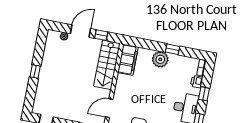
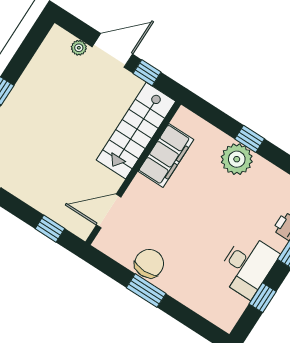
window: (173, 49) -> (250, 139), moved
filing cabinet: (128, 60) -> (166, 155), moved

